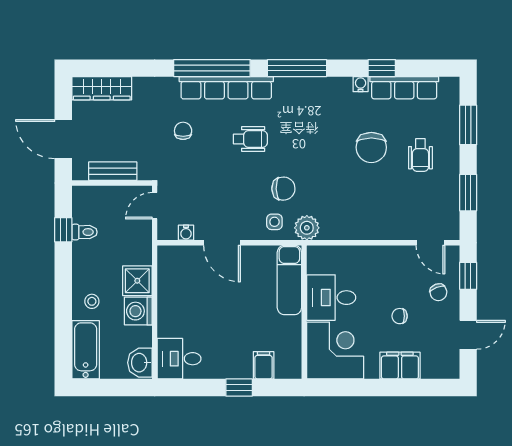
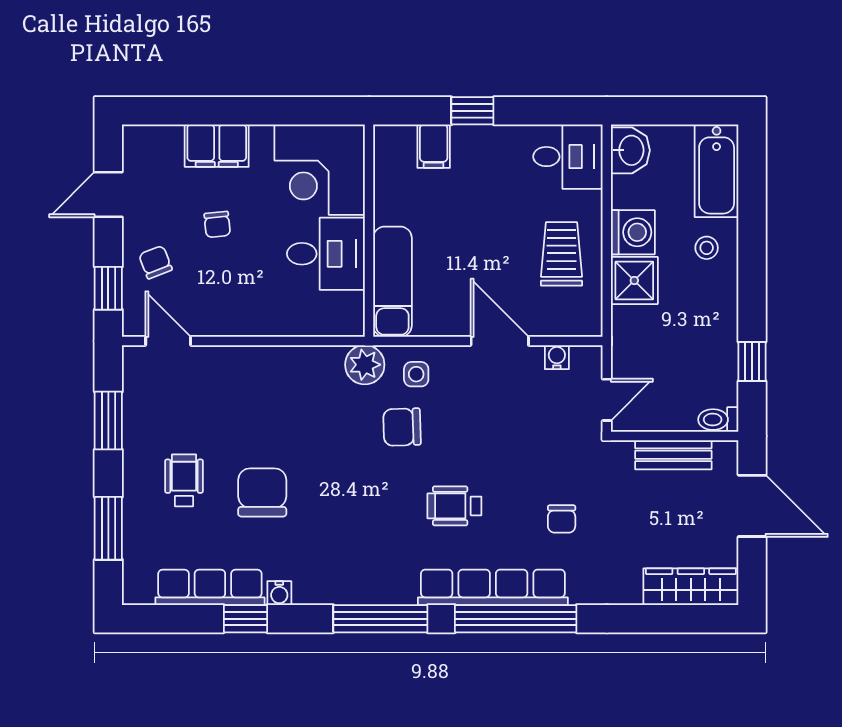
toilet: (85, 232) -> (718, 420), moved
trolley: (183, 297) -> (561, 254), added
chair: (400, 316) -> (217, 224), turned 84

